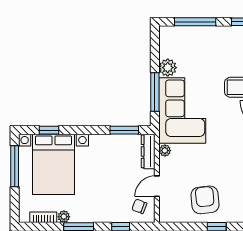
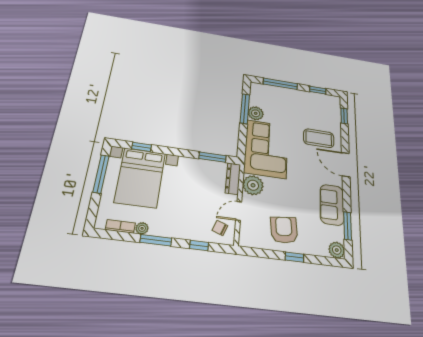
window: (155, 92) -> (245, 109), moved
plant: (165, 151) -> (253, 185), width x1.88, depth x1.88

